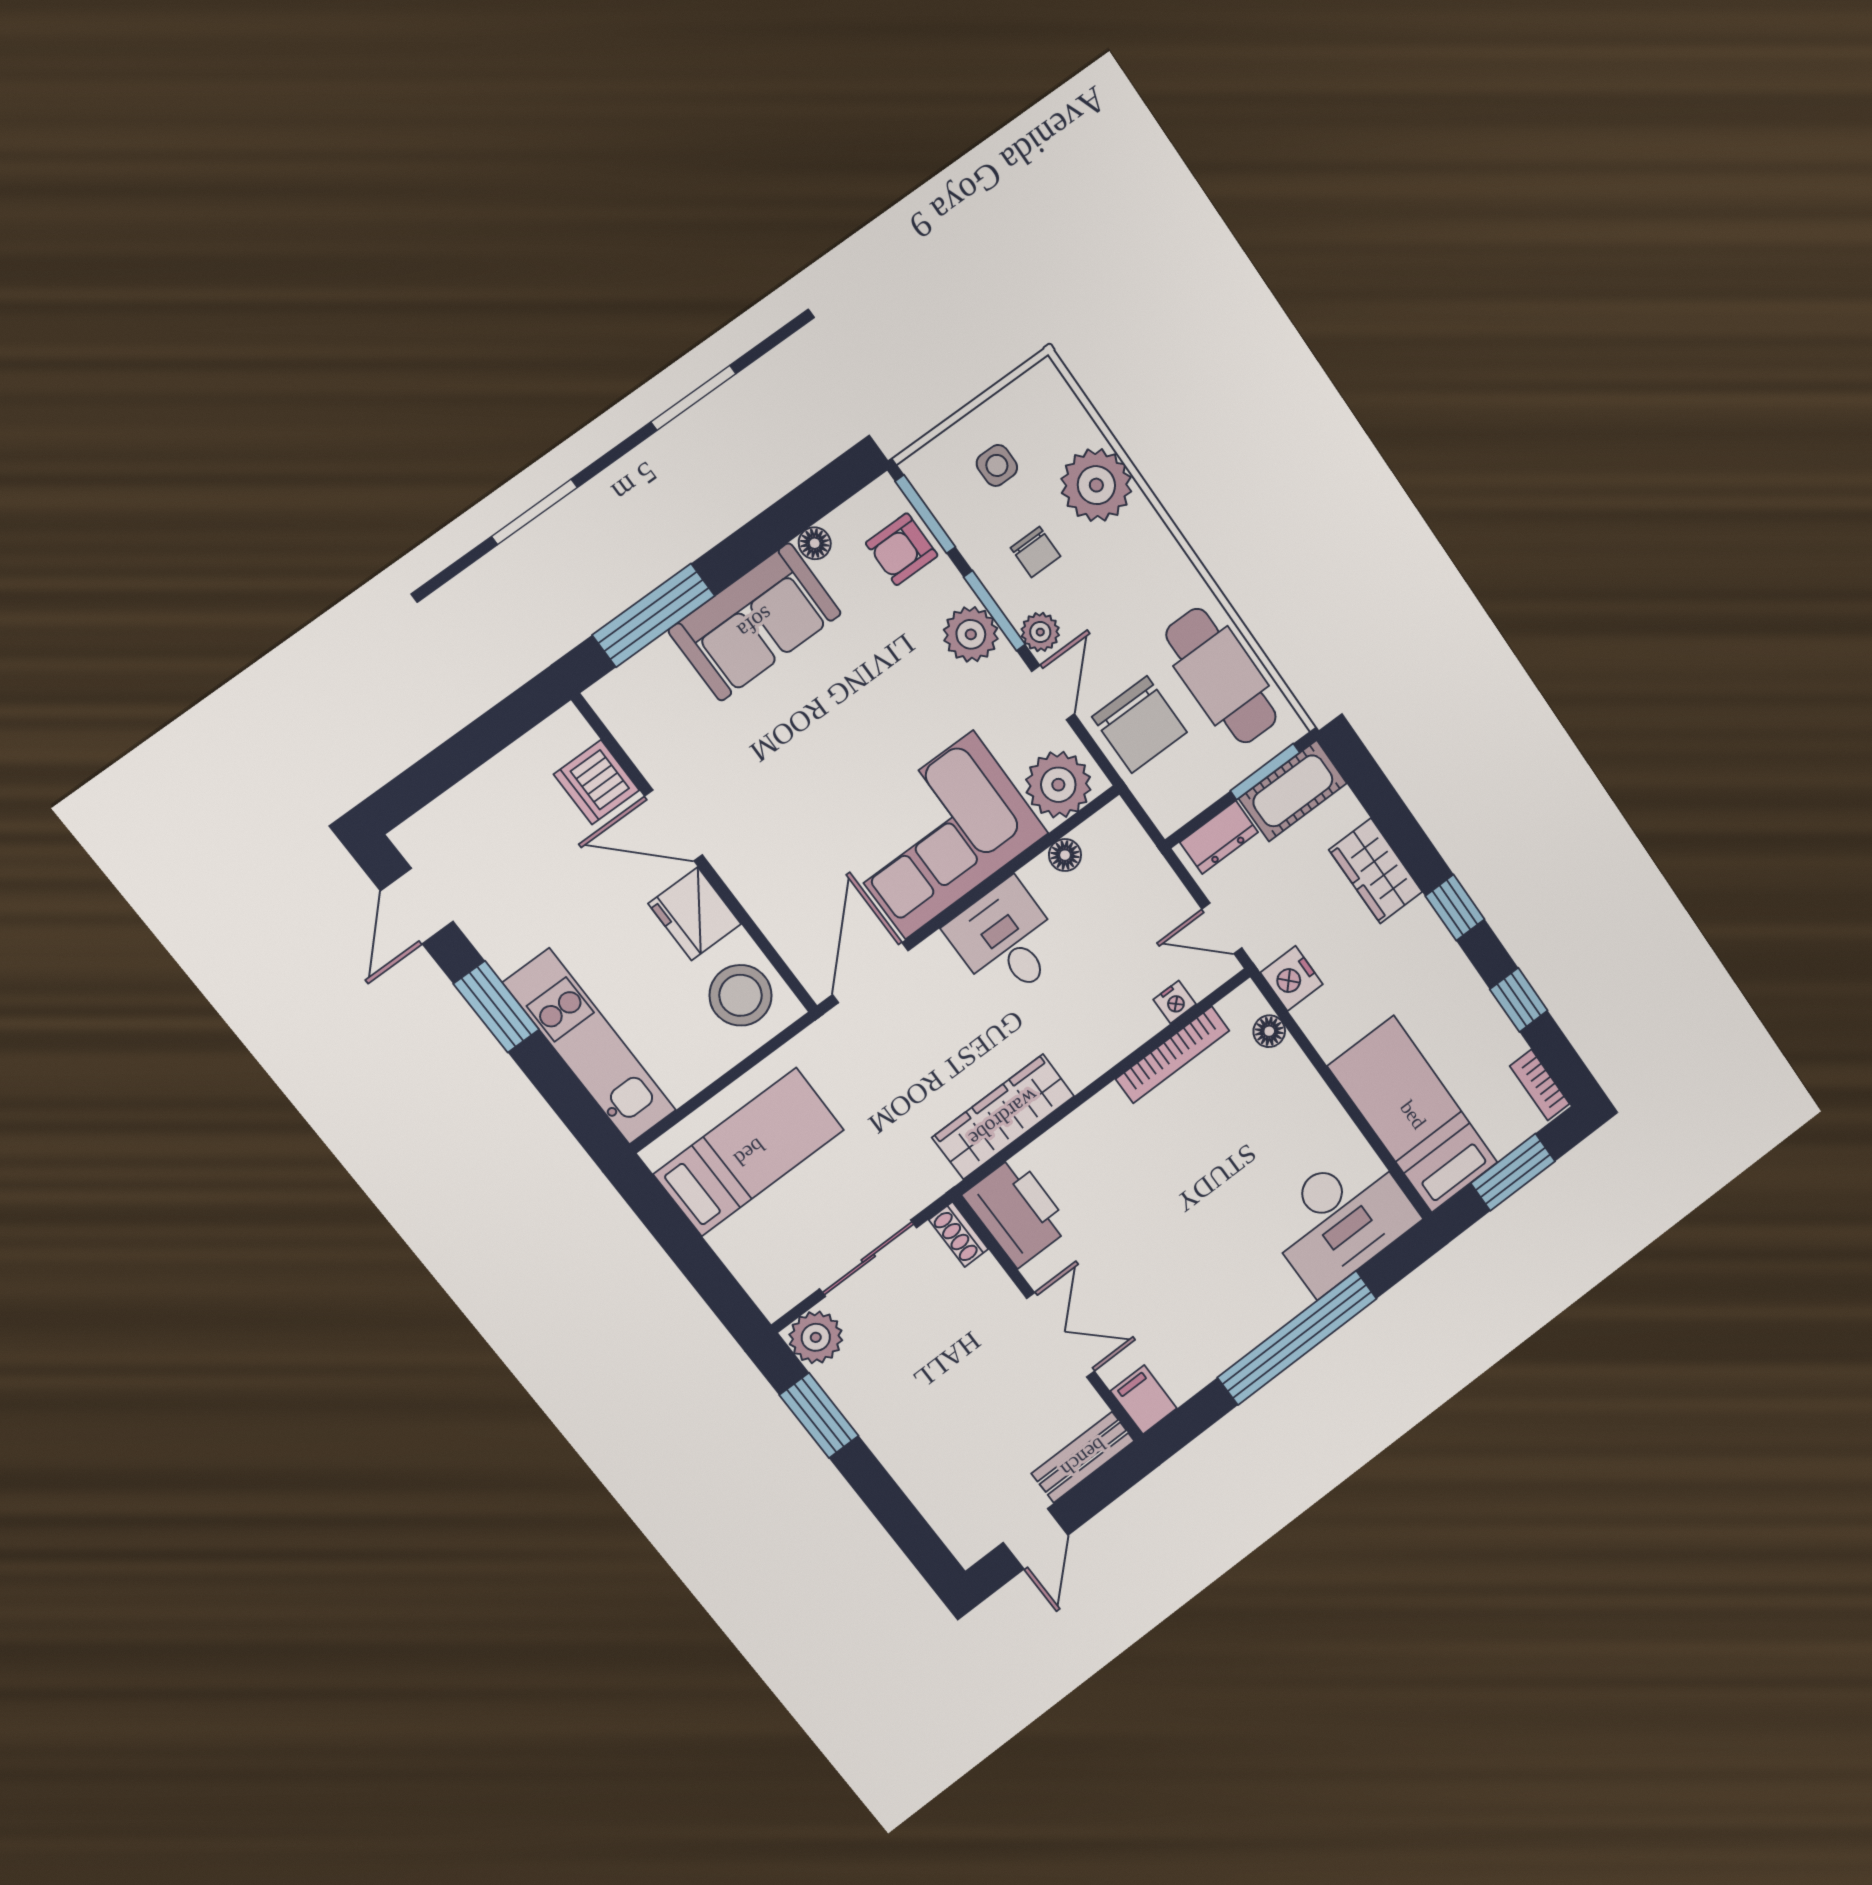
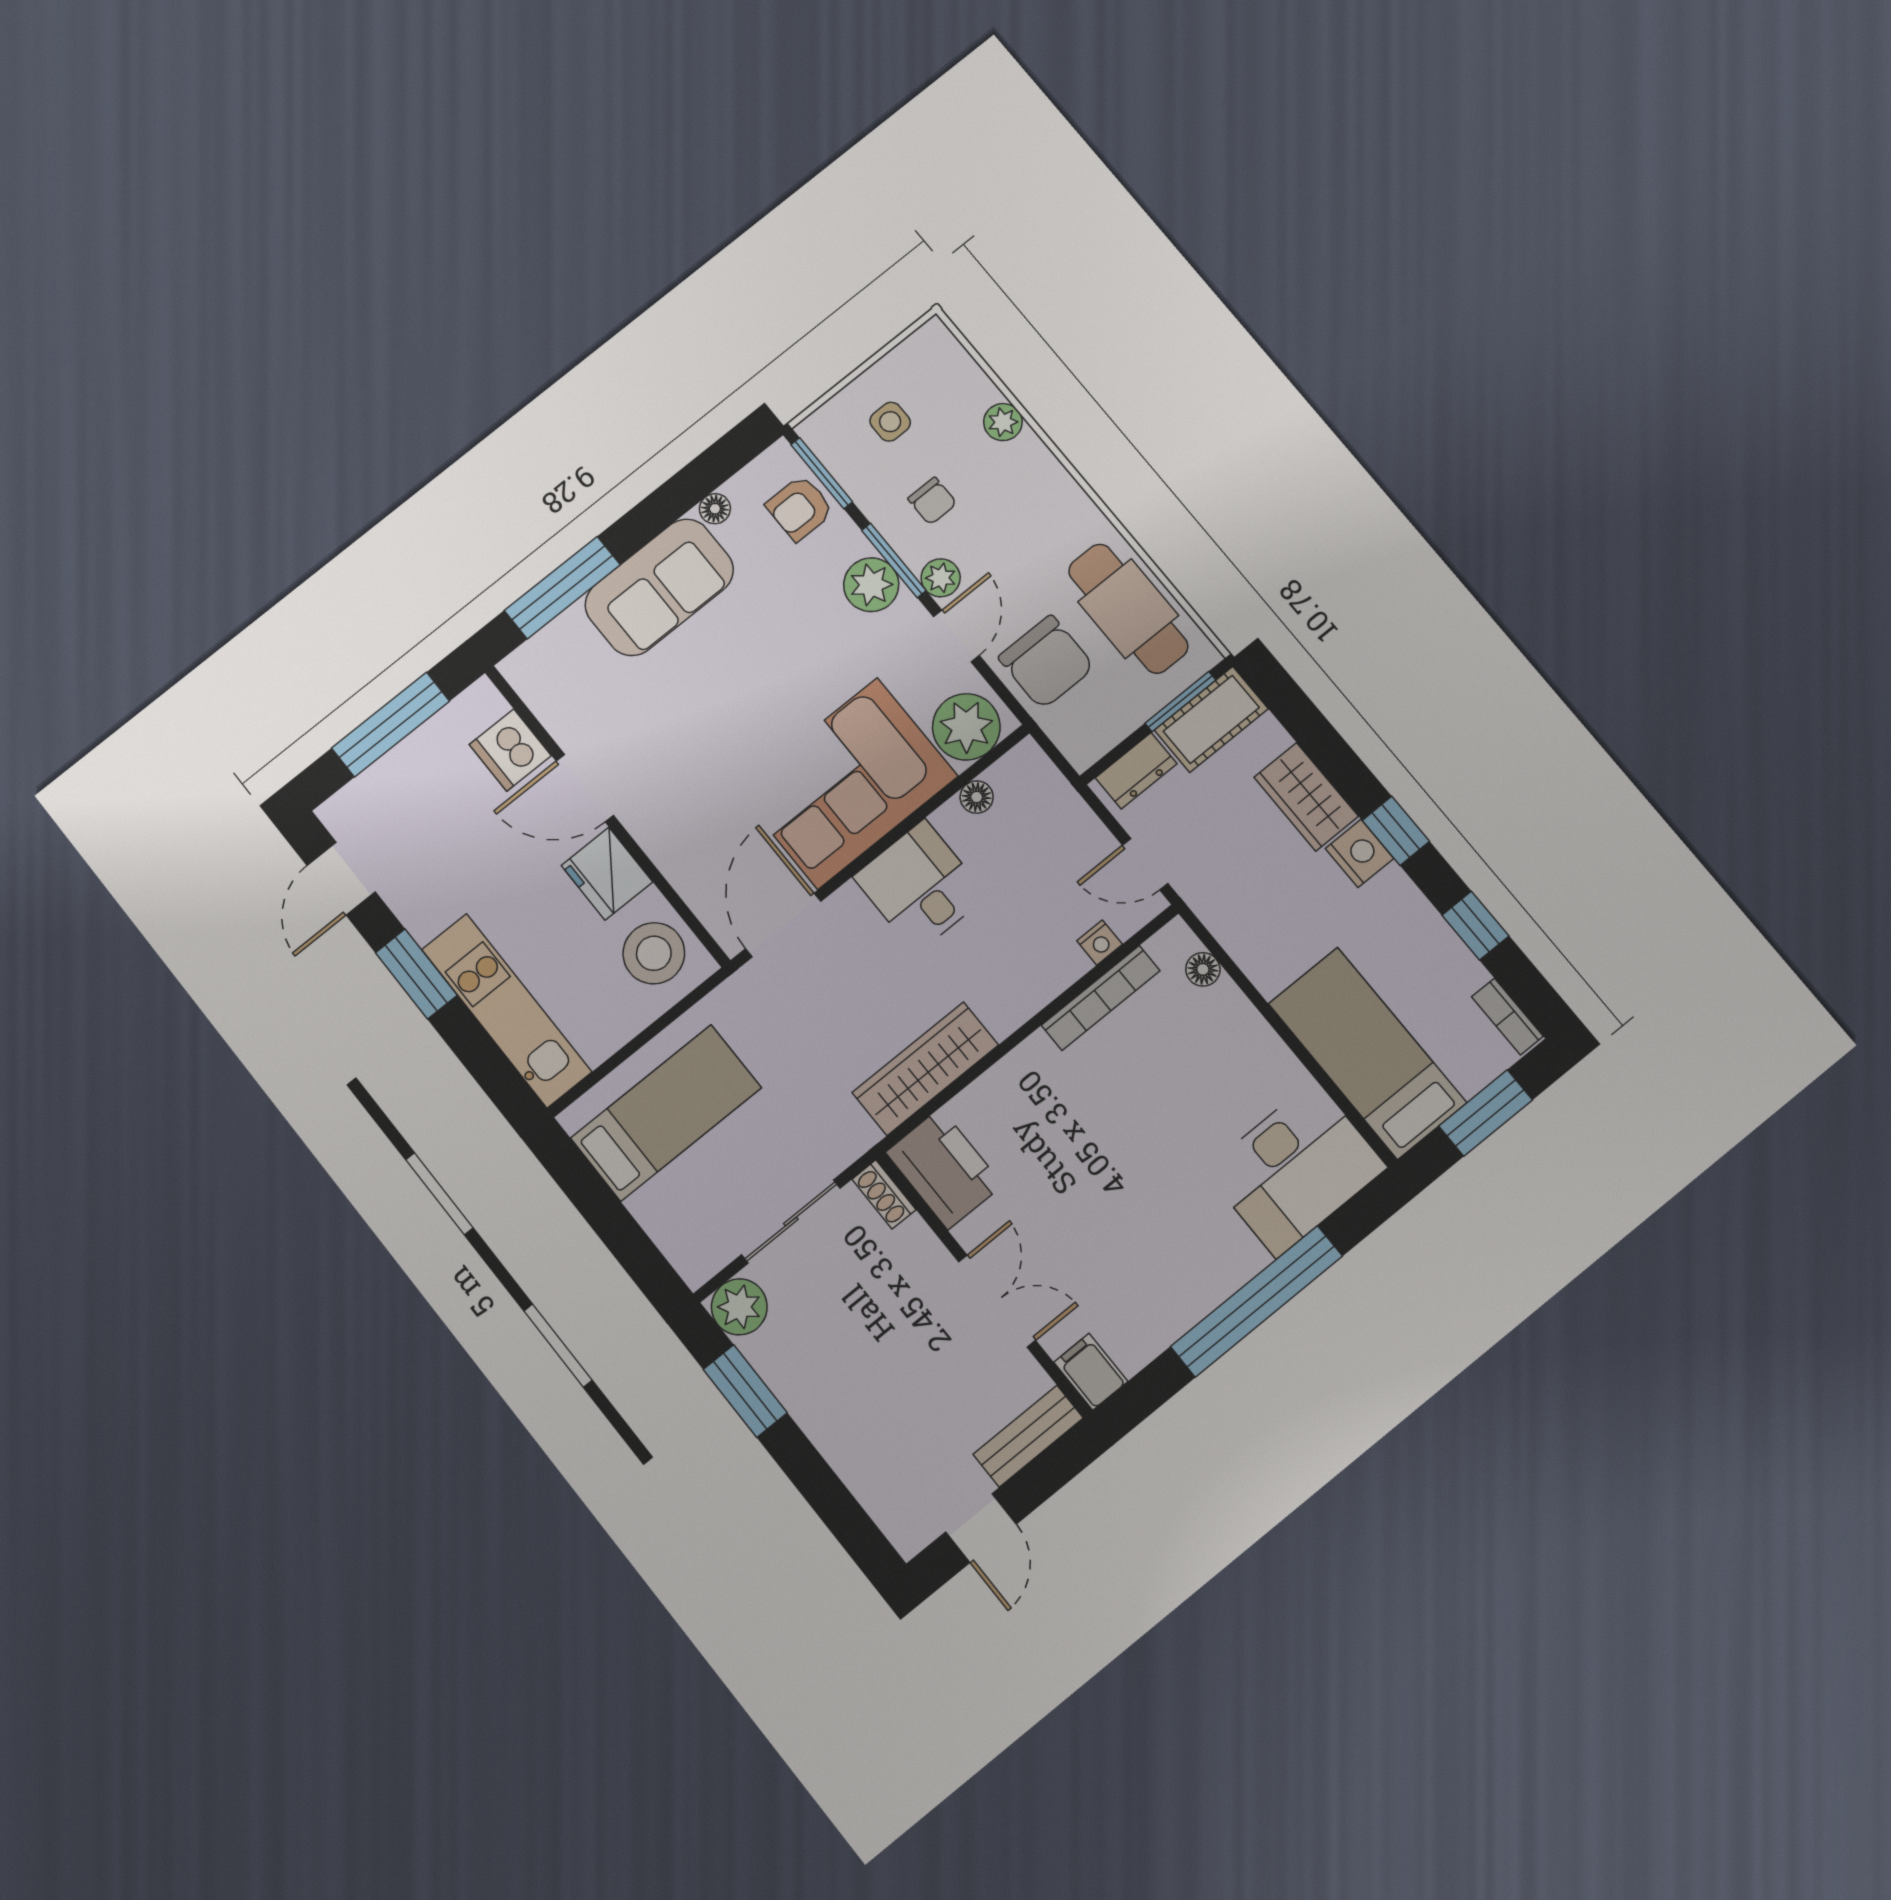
plant: (1096, 485) -> (1003, 422), width x0.53, depth x0.53
window: (470, 748) -> (391, 725), added
nightstand: (1292, 978) -> (1359, 853), moved, turned 180

